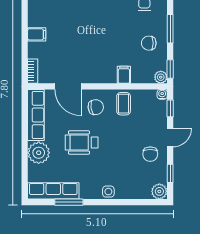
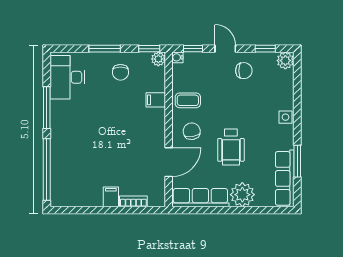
bookcase: (33, 71) -> (133, 201), moved

